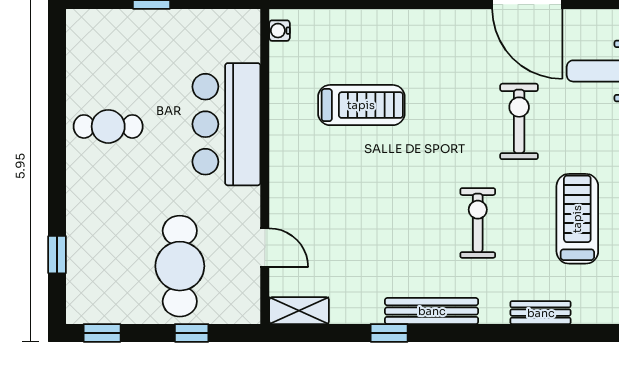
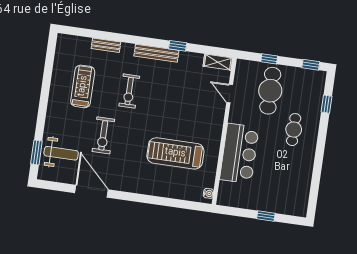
treadmill: (361, 105) -> (175, 153), width x1.37, depth x1.38
cafe table: (108, 126) -> (294, 130), moved, turned 90
treadmill: (577, 219) -> (83, 86), turned 180

